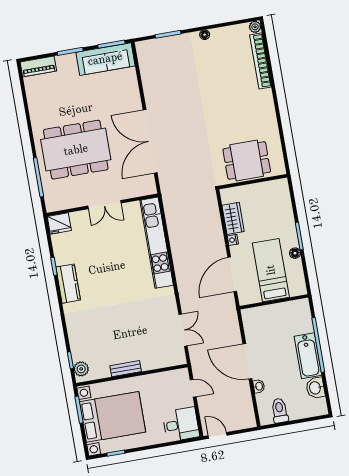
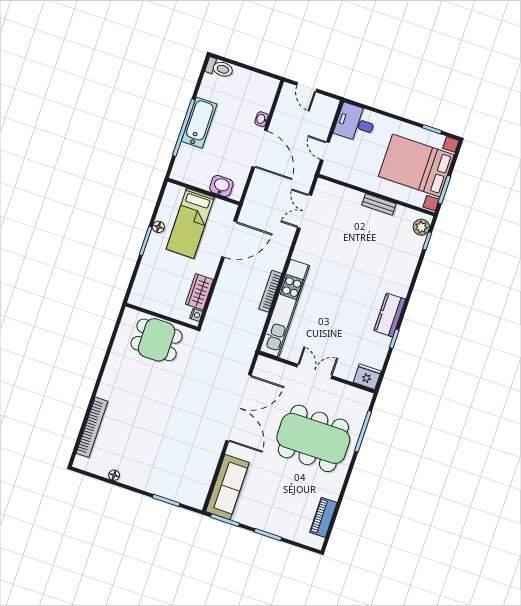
plant: (255, 27) -> (80, 463), removed
floor lamp: (205, 35) -> (114, 475), moved
sofa: (105, 59) -> (227, 487), moved, turned 90
piano: (38, 67) -> (323, 517), moved, turned -90
nightstand: (233, 240) -> (196, 315), moved
bookcase: (176, 250) -> (270, 291), added
washbasin: (315, 388) -> (221, 186), moved, turned -90
toilet: (280, 411) -> (219, 68), moved, turned -90
door: (218, 435) -> (307, 87), moved

